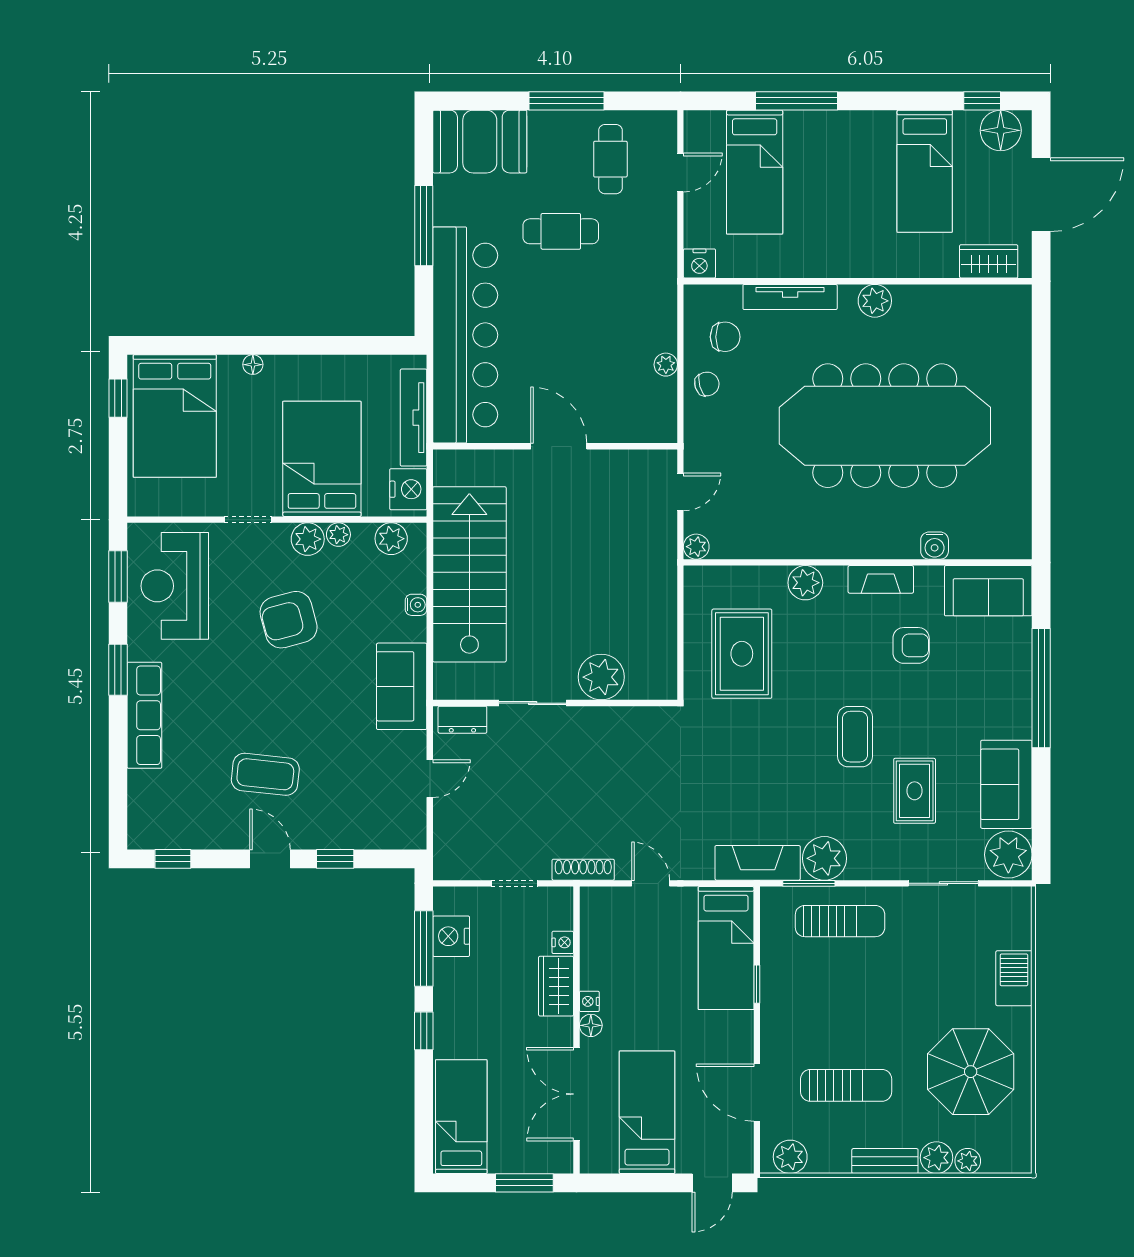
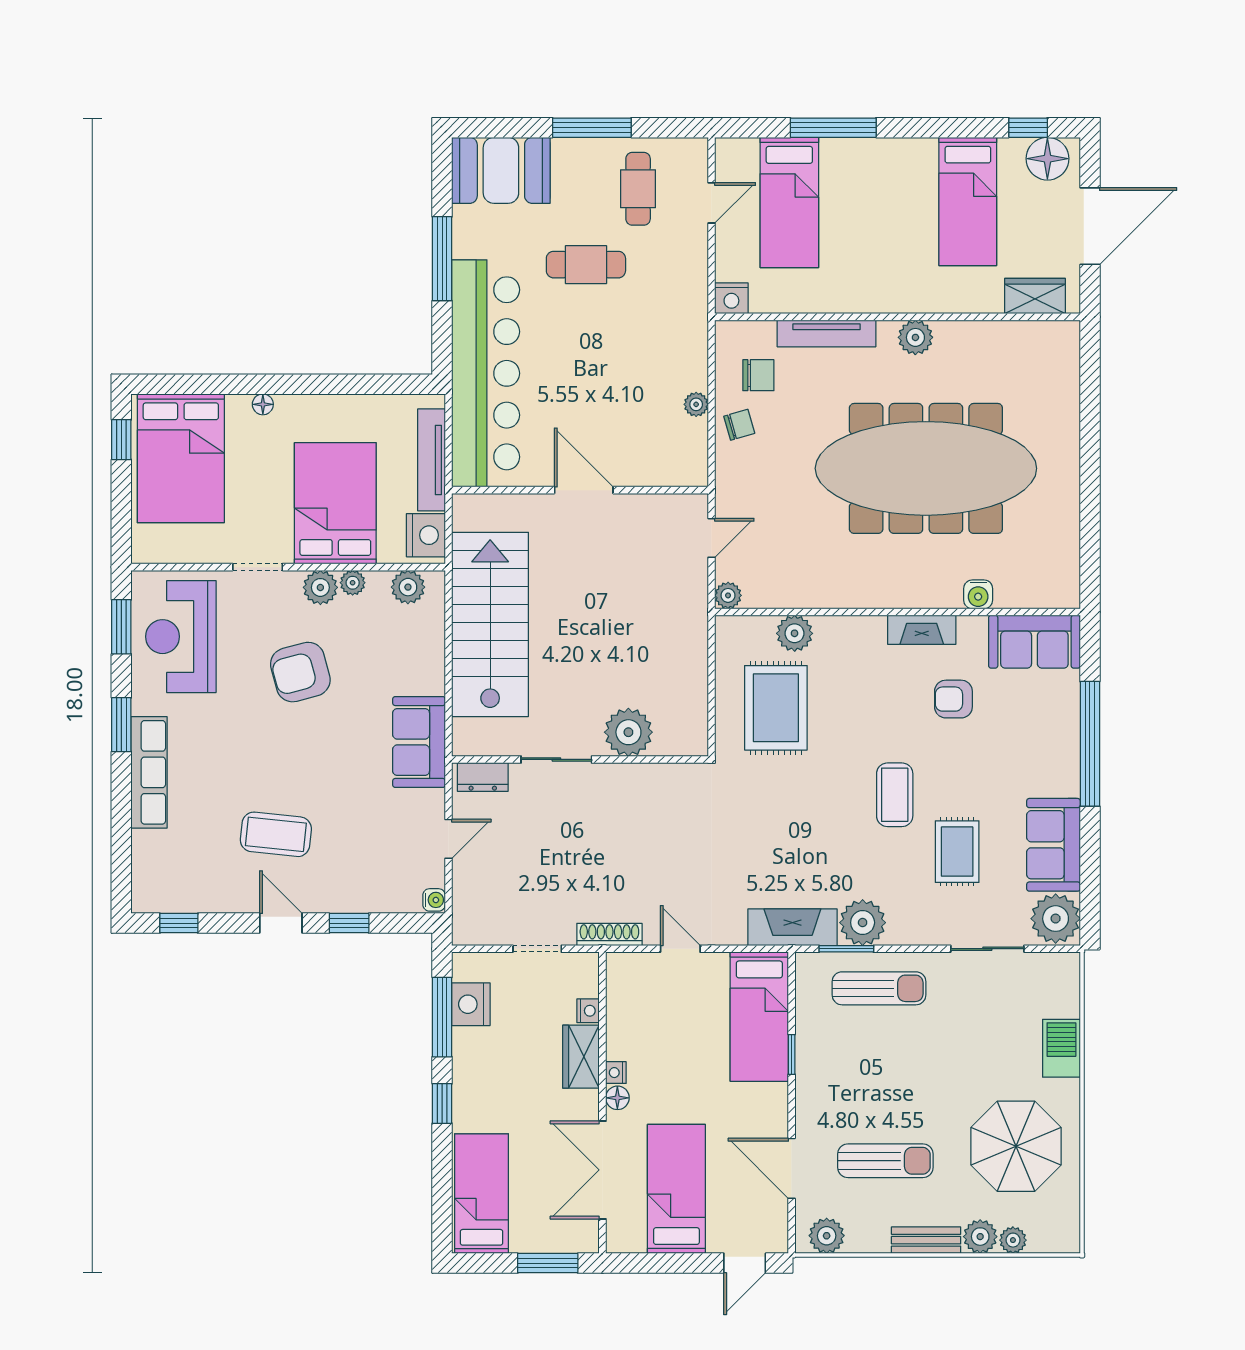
plant: (805, 583) -> (795, 633), moved
water cooler: (416, 605) -> (434, 900), moved
armchair: (911, 645) -> (953, 699), turned 180

